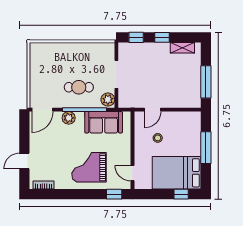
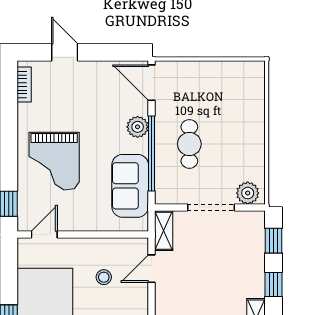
plant: (108, 100) -> (248, 193), moved
shelving: (130, 102) -> (164, 231), added
door: (153, 110) -> (152, 269), hinge flipped
grand piano: (89, 167) -> (54, 161), turned 180

